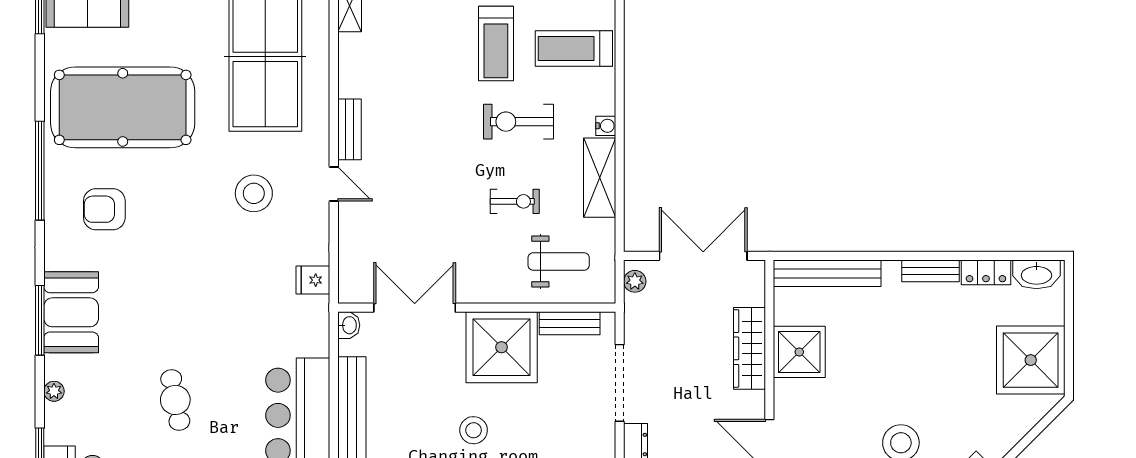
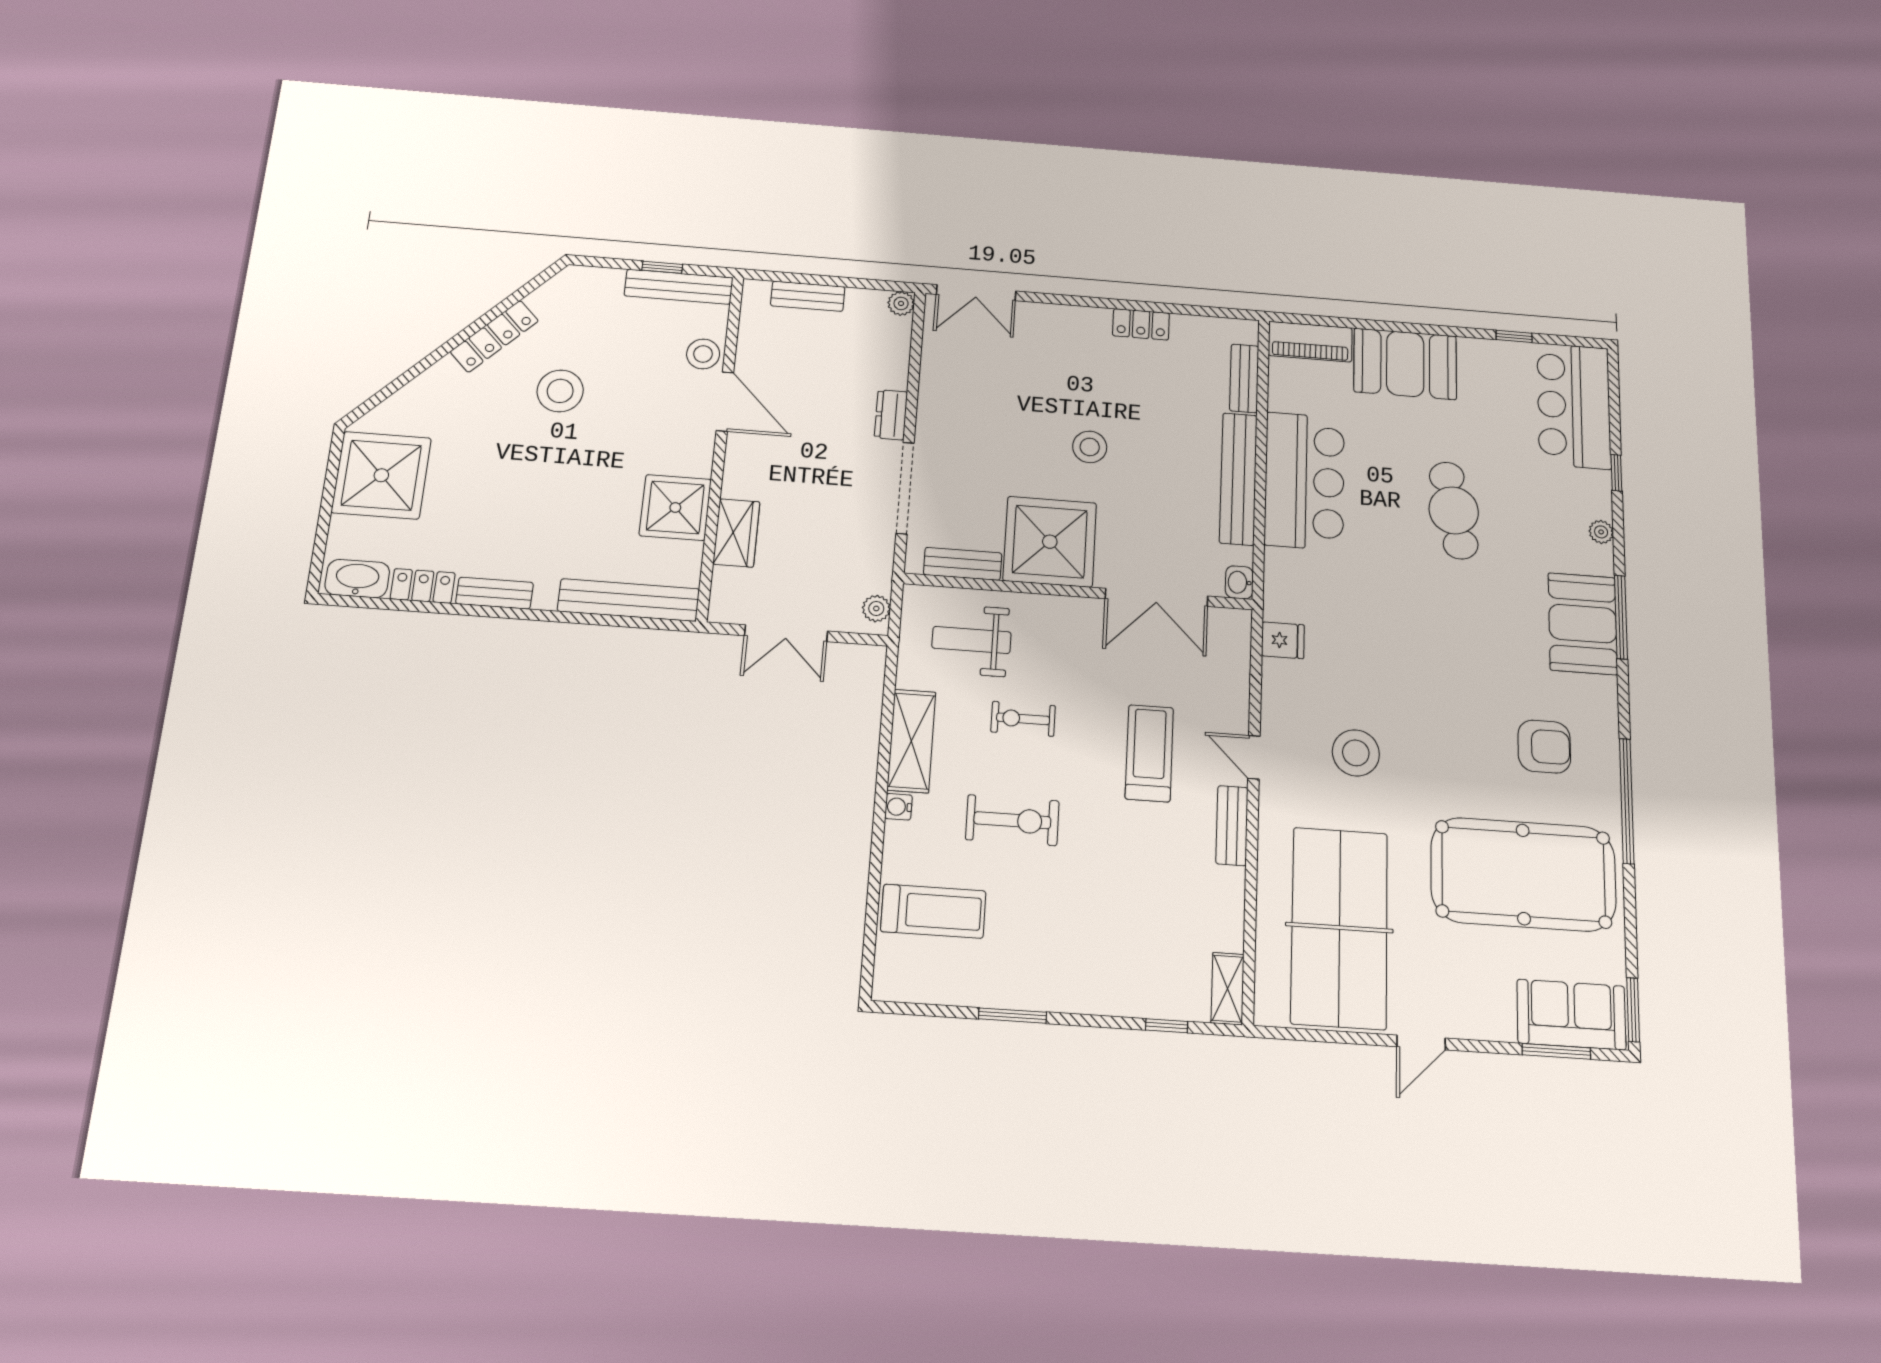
treadmill: (496, 43) -> (1149, 753), moved
double door: (703, 256) -> (786, 633), width x0.73
wardrobe: (749, 348) -> (736, 533), width x0.67
cafe table: (175, 400) -> (1454, 510), width x1.37, depth x1.35

